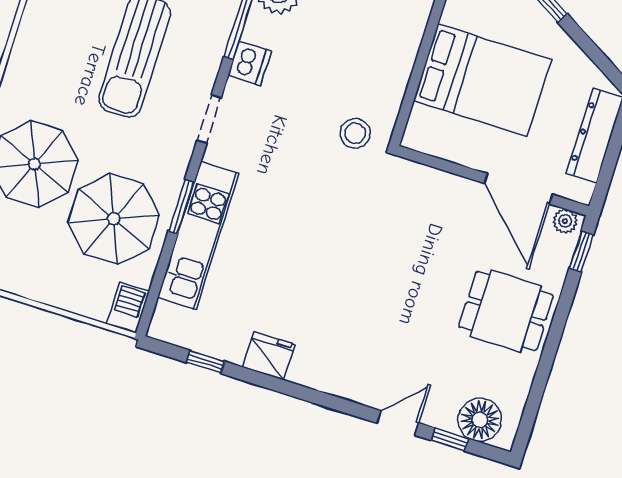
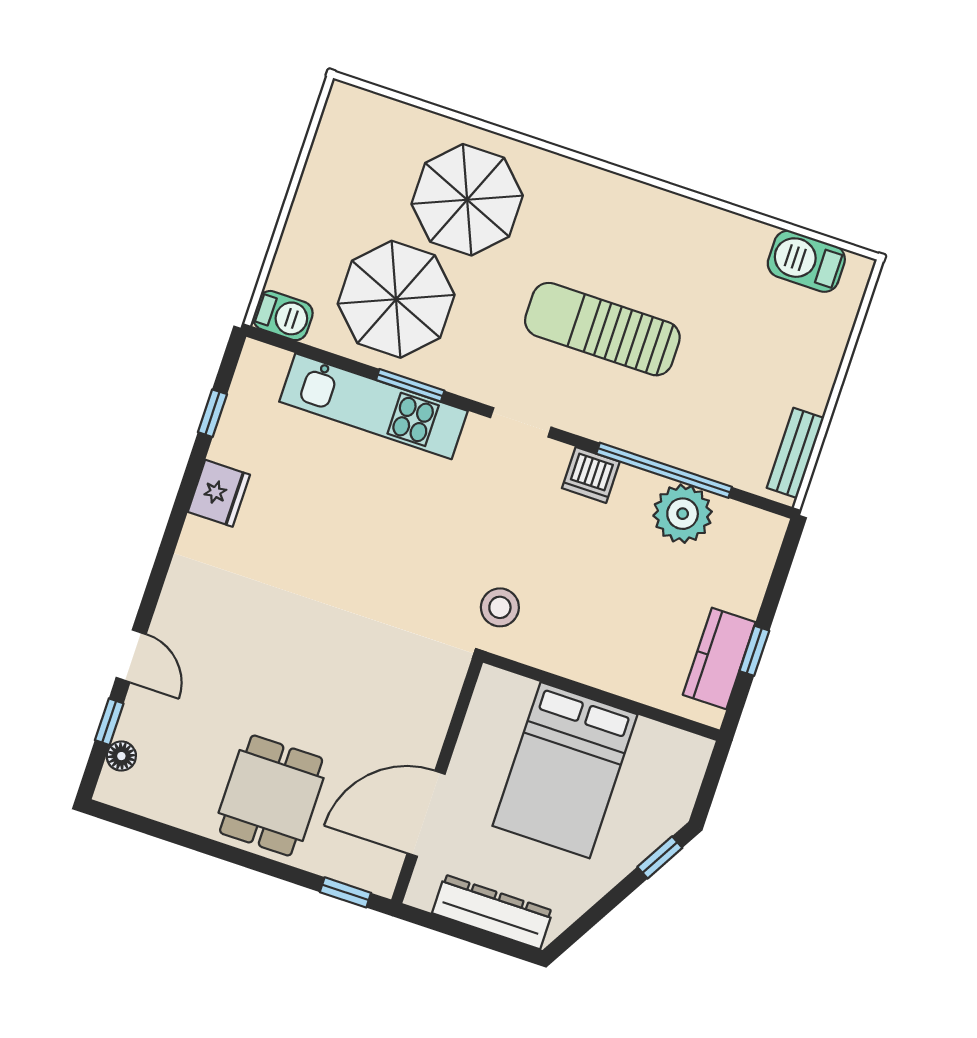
plant: (565, 221) -> (384, 872), removed
floor lamp: (480, 420) -> (121, 756), width x0.53, depth x0.53

